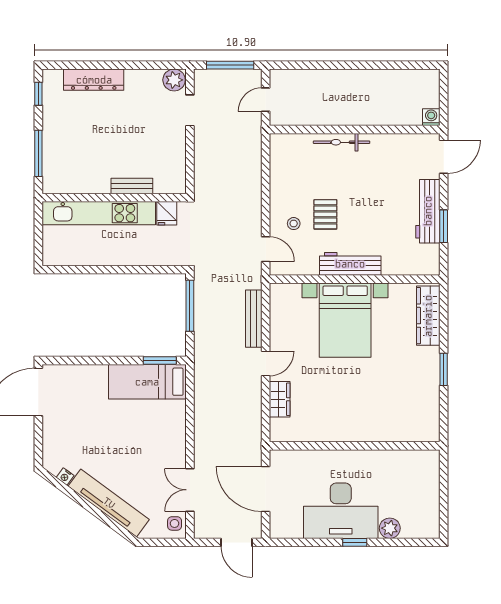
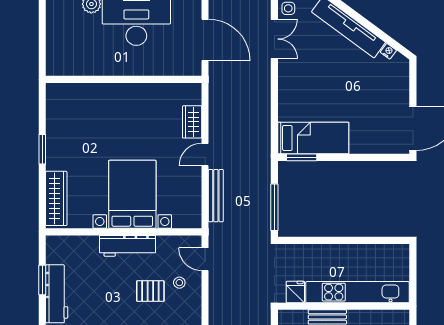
pallet: (325, 214) -> (150, 291), turned 90

